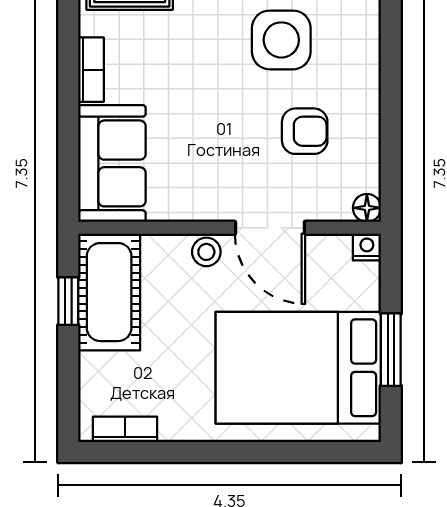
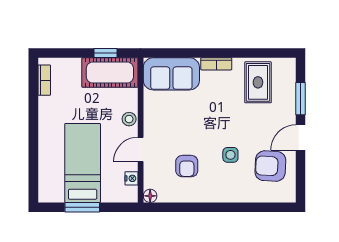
side table: (281, 40) -> (230, 155), width x0.54, depth x0.54
door: (270, 228) -> (141, 149), width x0.73
nightstand: (367, 247) -> (131, 178), moved
bed: (298, 368) -> (83, 163), width x0.67

